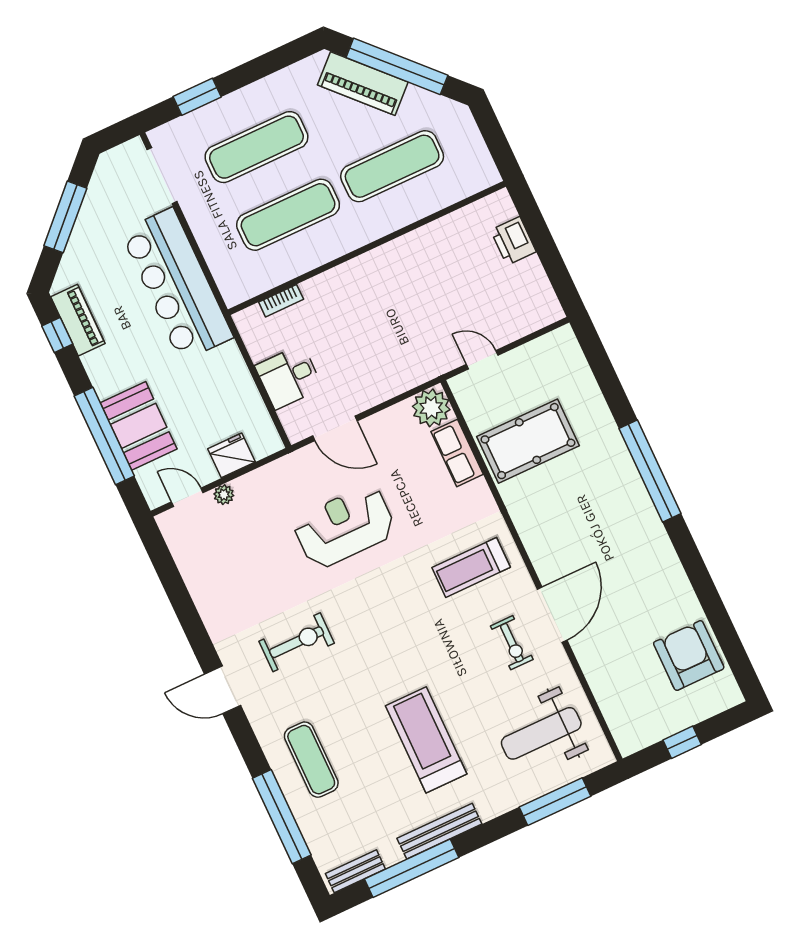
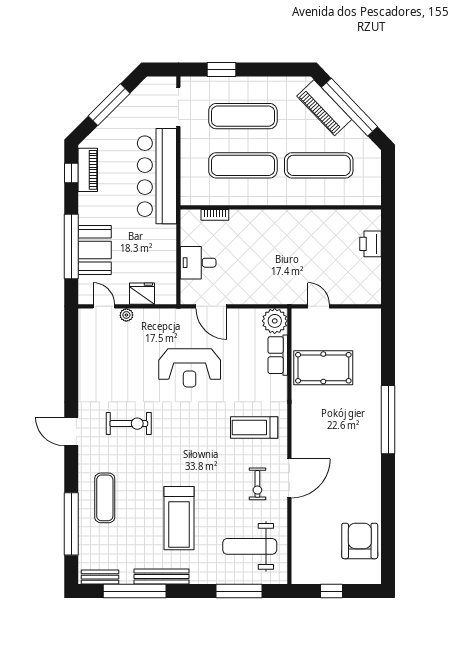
reception desk: (344, 527) -> (190, 368), turned 180
treadmill: (426, 740) -> (179, 518), turned 180

